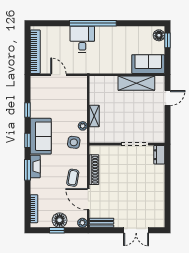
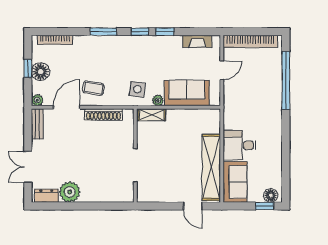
window: (93, 23) -> (286, 80), moved
desk: (82, 39) -> (240, 145), moved, turned 180
shelving: (136, 83) -> (211, 167), width x1.47
window: (27, 110) -> (165, 32), moved
shelving: (94, 116) -> (152, 115), moved
sofa: (41, 136) -> (187, 93), moved, turned 180
dresser: (159, 155) -> (46, 196), moved
fireplace: (35, 166) -> (197, 41), moved
plant: (156, 197) -> (70, 192), added

